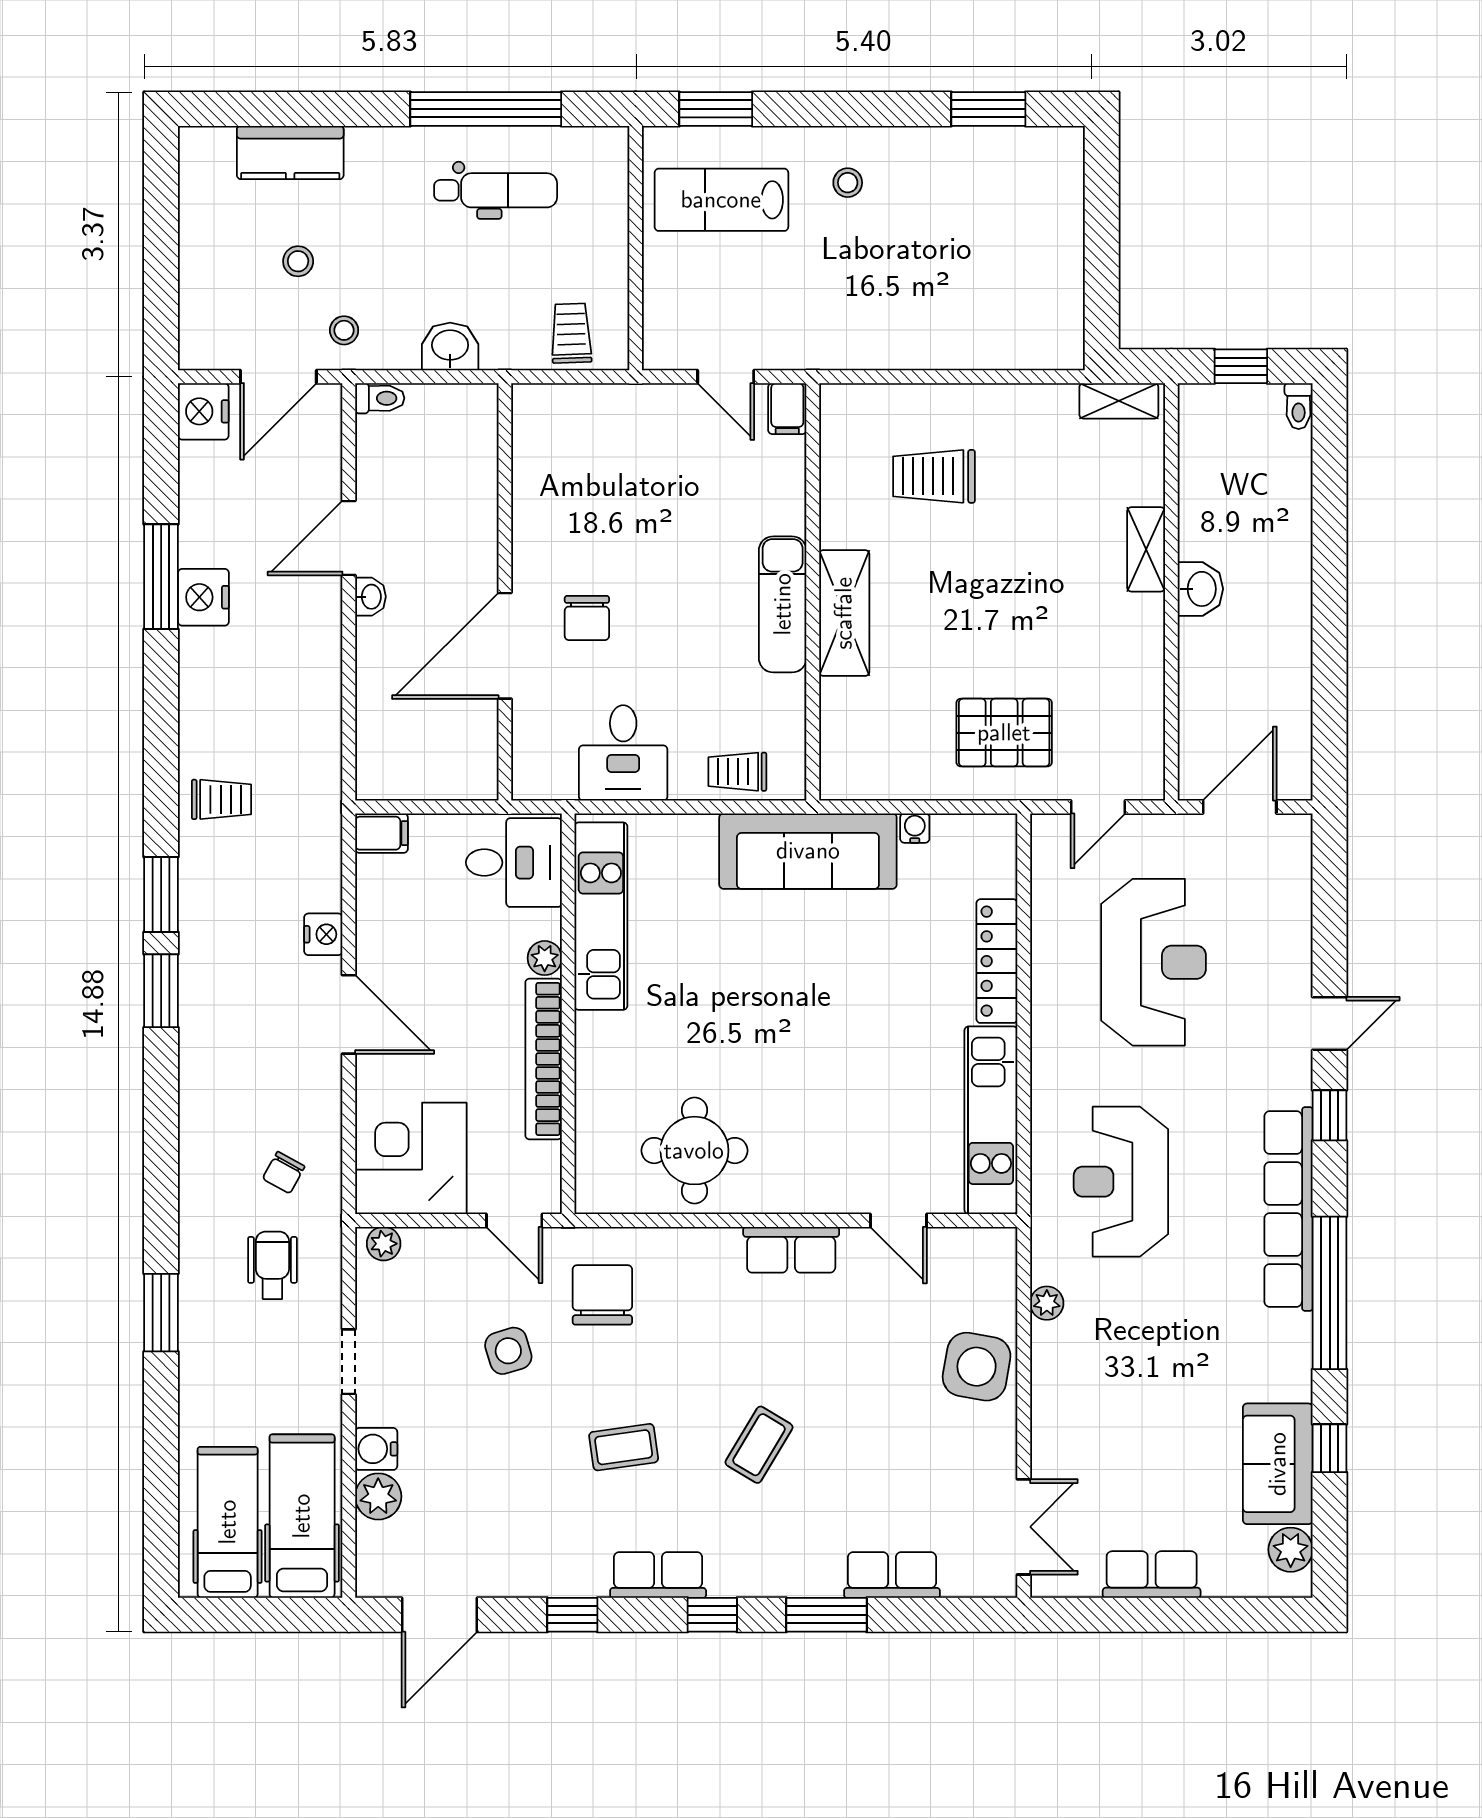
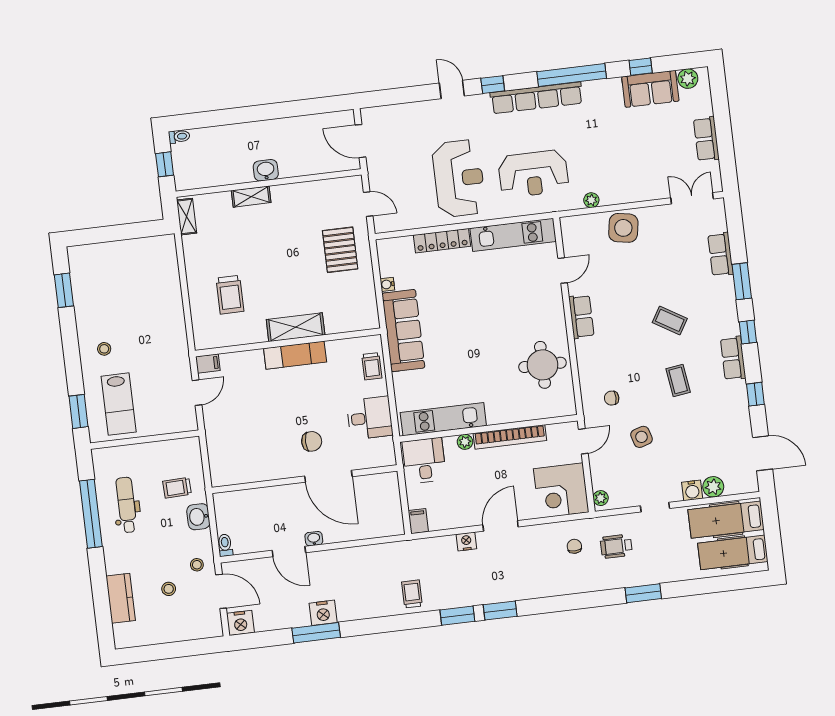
trolley: (571, 333) -> (177, 488), moved
reception desk: (1154, 962) -> (459, 178), moved, turned 90
chair: (284, 1173) -> (574, 546), turned -119
chair: (602, 1295) -> (612, 398), width x0.54, depth x0.54

